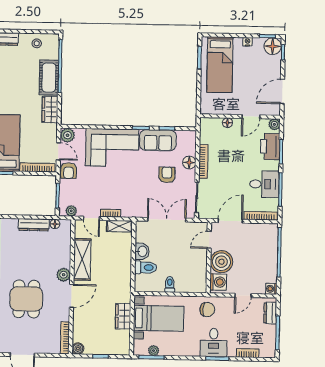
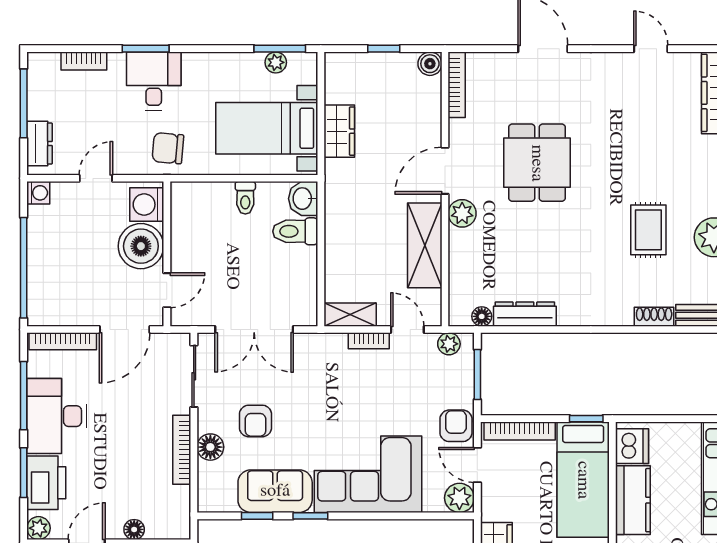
desk: (264, 184) -> (57, 416), width x1.37
washbasin: (142, 251) -> (303, 199), moved

